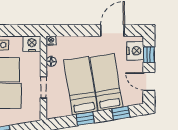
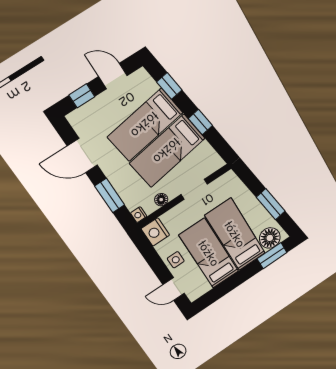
window: (76, 31) -> (110, 195), added
nightstand: (135, 51) -> (88, 115), removed
door: (149, 81) -> (113, 76), swing flipped

